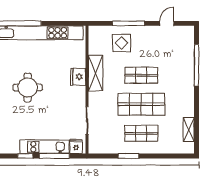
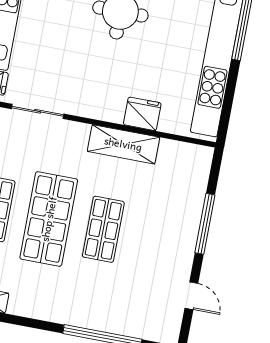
display table: (121, 43) -> (171, 203), removed
fridge: (78, 77) -> (142, 114), moved

